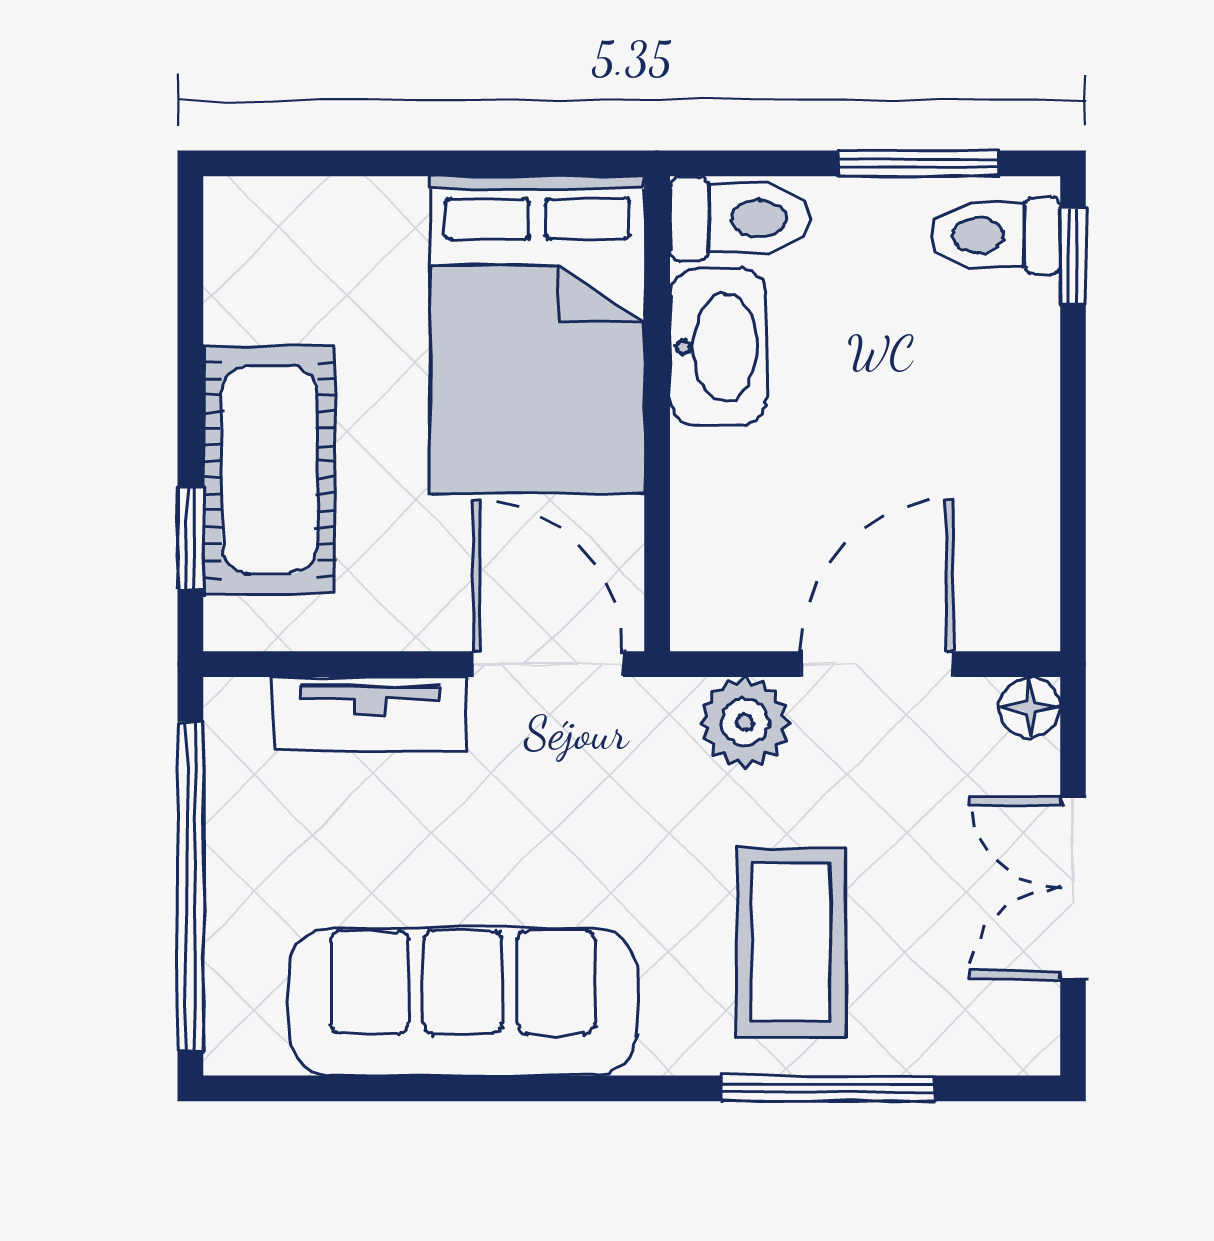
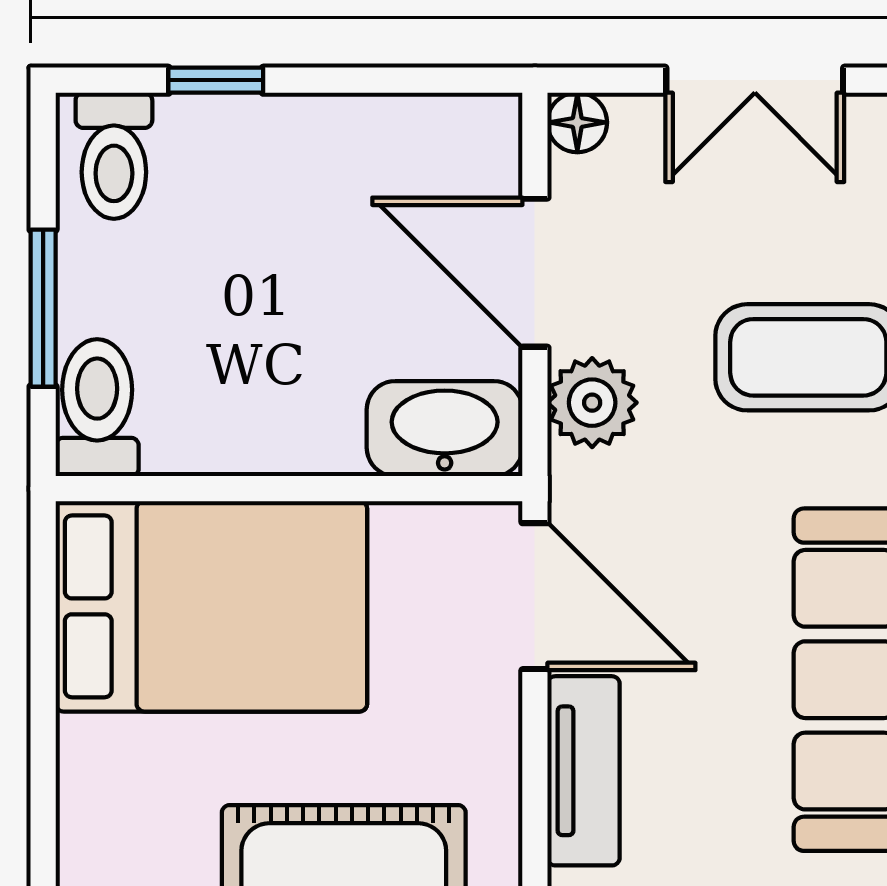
window: (918, 163) -> (43, 308), moved
window: (1073, 257) -> (216, 80), moved
washbasin: (718, 347) -> (445, 429), moved
door: (548, 664) -> (535, 596), swing flipped

